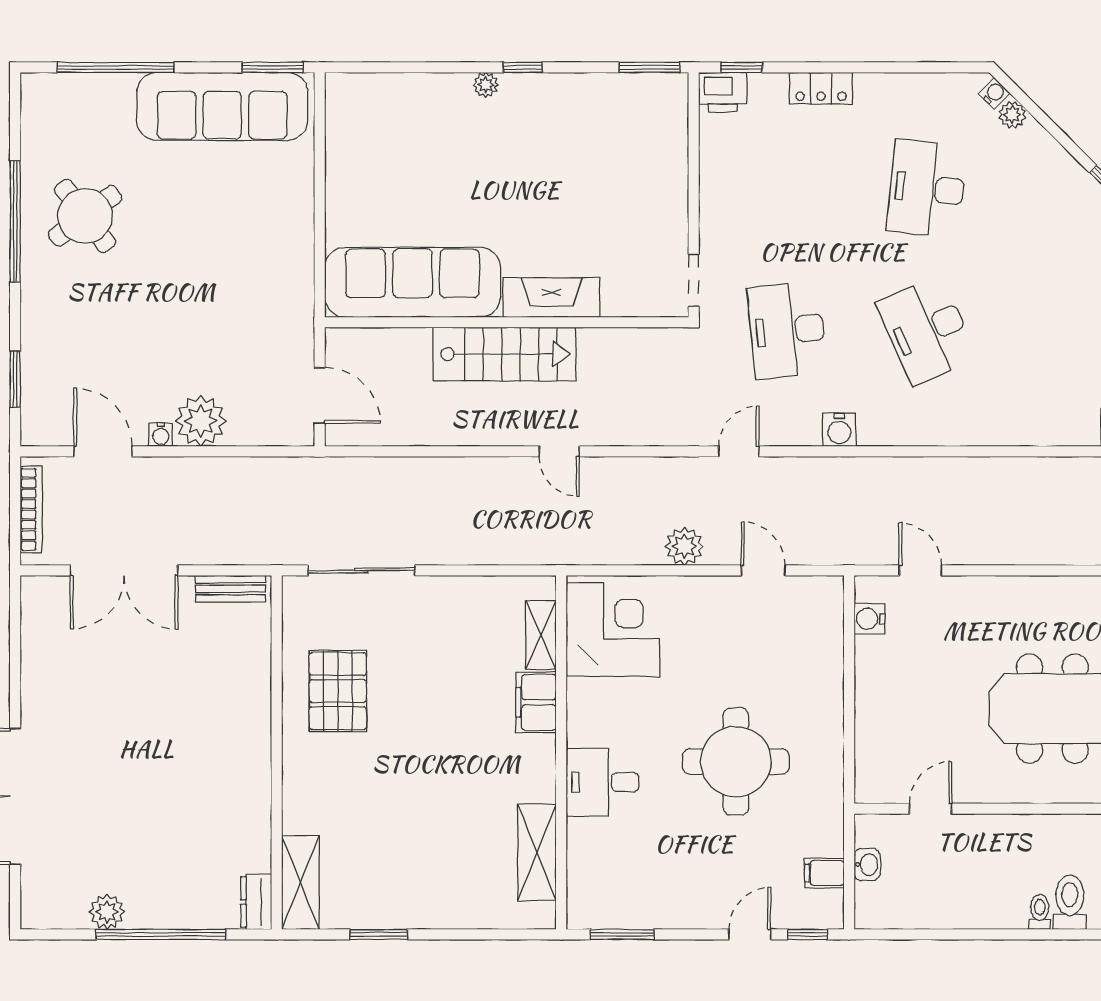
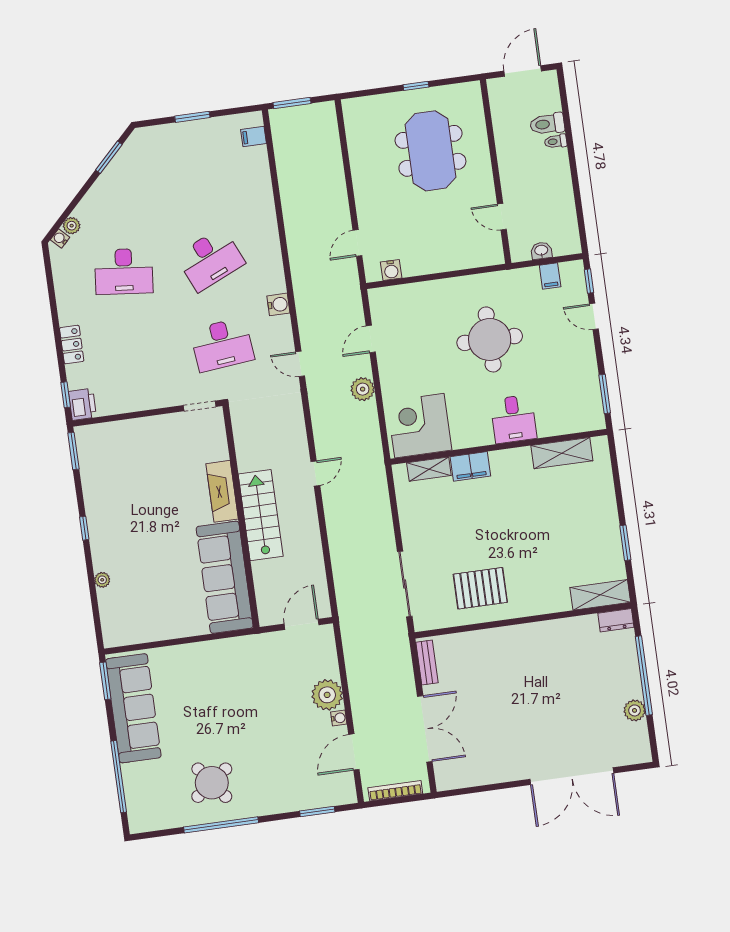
plant: (486, 85) -> (102, 580), moved

